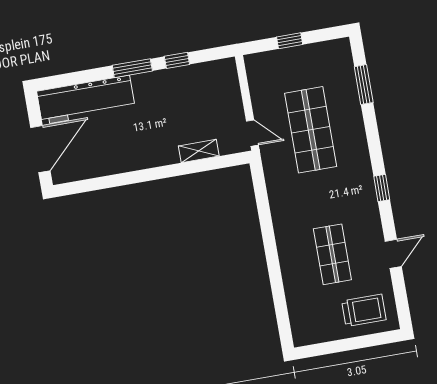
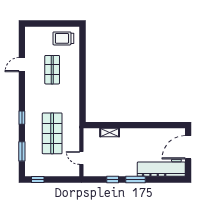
window: (290, 41) -> (38, 180), moved
door: (252, 133) -> (81, 158), moved
window: (382, 188) -> (22, 118), moved
trolley: (364, 310) -> (63, 38), moved

